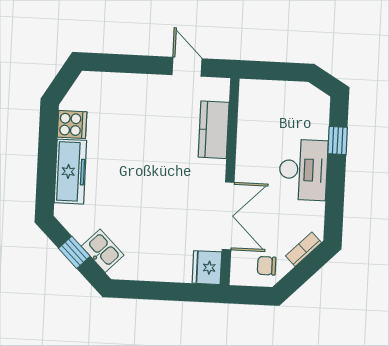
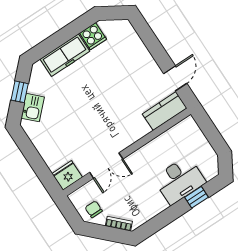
kitchen counter: (214, 130) -> (165, 111), moved
desk: (303, 170) -> (180, 180), moved
double door: (228, 216) -> (106, 166), width x0.73

